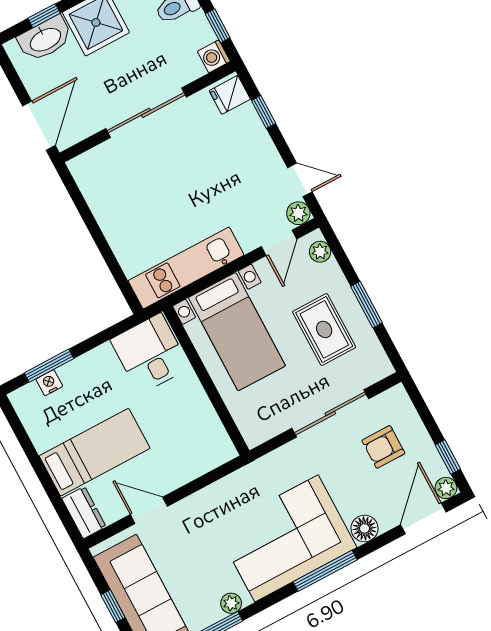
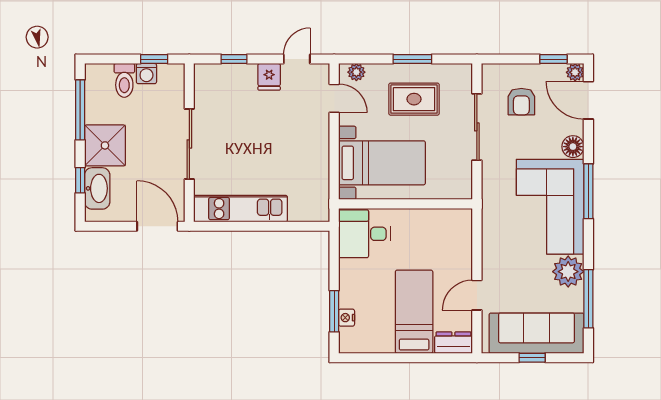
washing machine: (214, 56) -> (146, 74), moved
fridge: (230, 95) -> (269, 77), moved
plant: (298, 213) -> (320, 73), removed
kitchen unit: (186, 268) -> (241, 209), moved, turned 90
plant: (231, 603) -> (568, 272), width x1.87, depth x1.87

